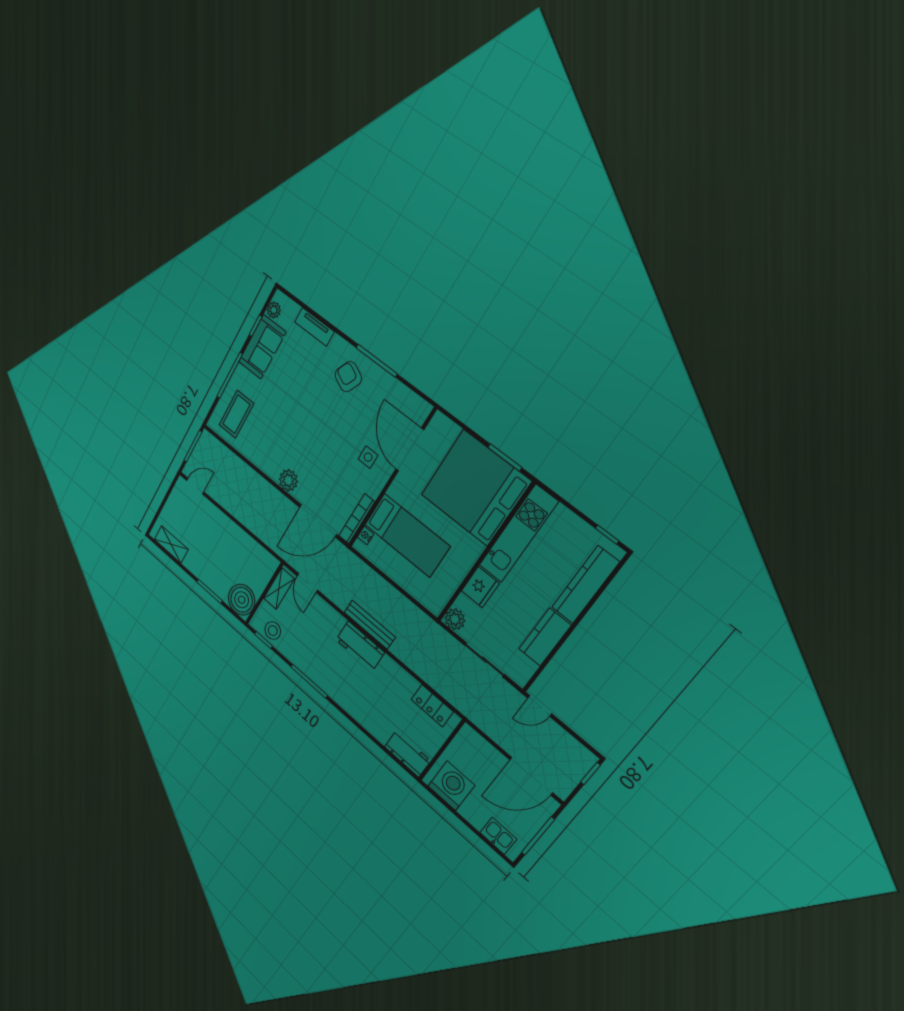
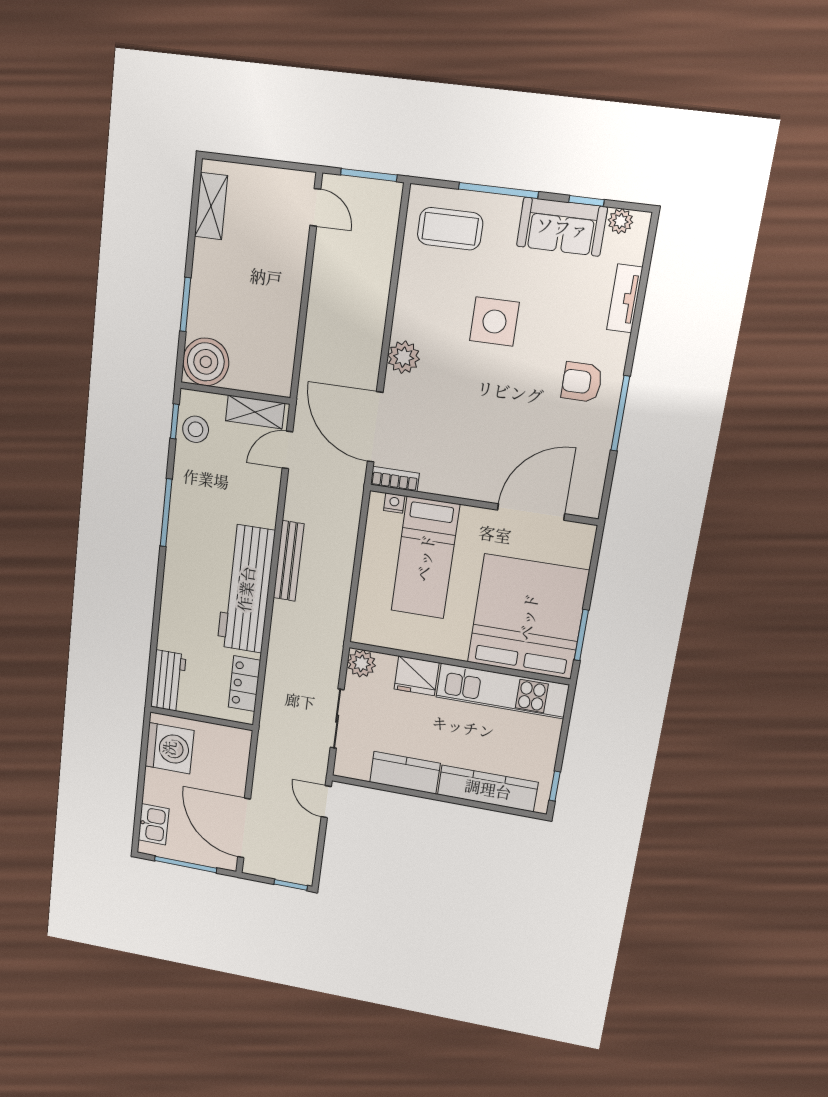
armchair: (348, 377) -> (582, 382), turned -115
side table: (368, 457) -> (494, 322), moved, width x1.87, depth x1.87
bookcase: (357, 519) -> (395, 479), width x0.64
workbench: (360, 646) -> (246, 589), width x1.88, depth x1.32

